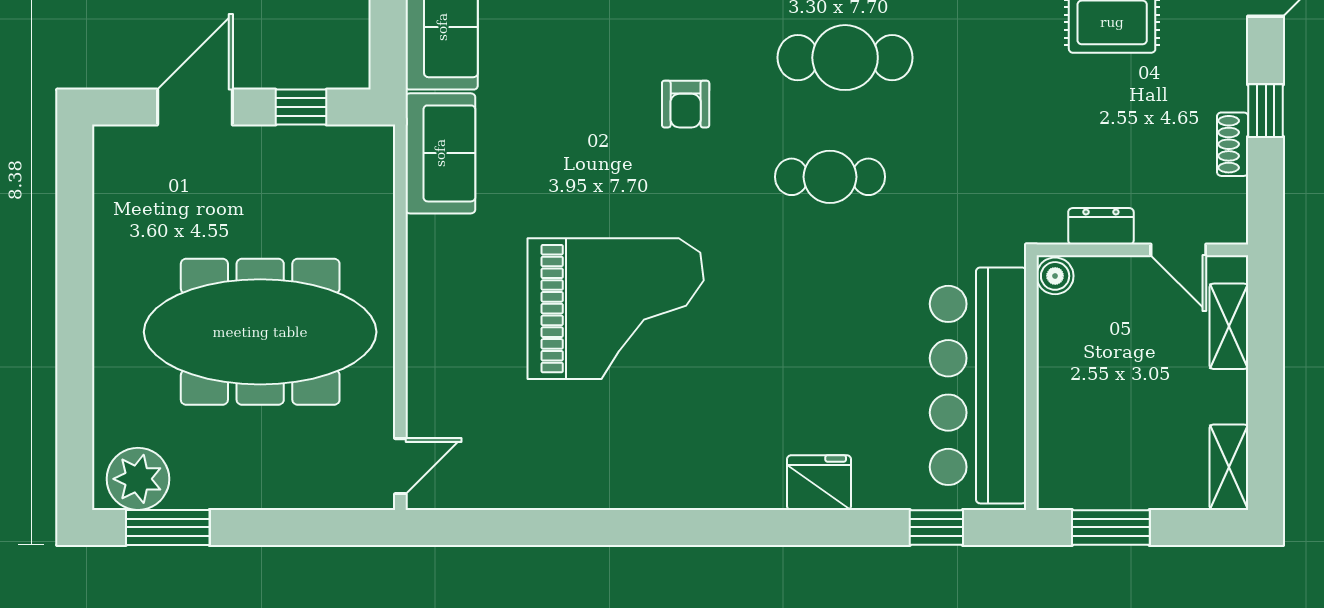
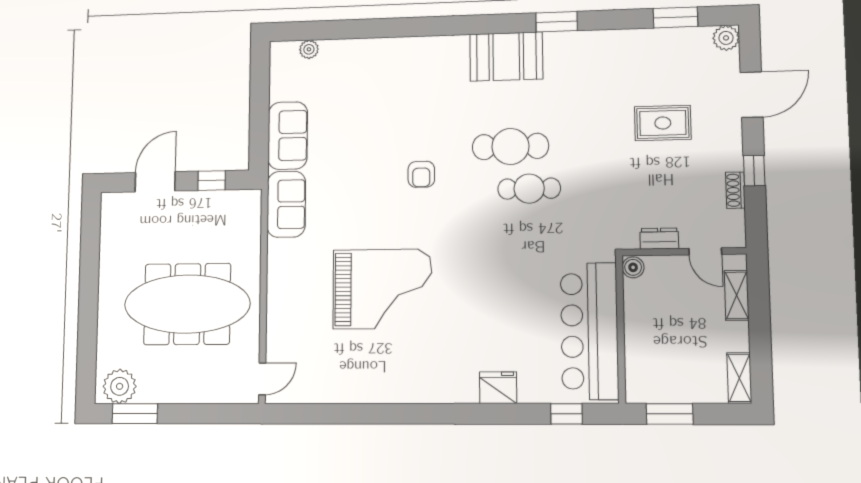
cafe table: (830, 177) -> (529, 189), moved

